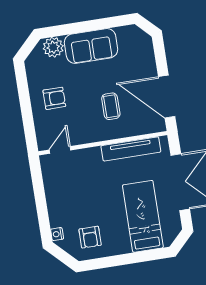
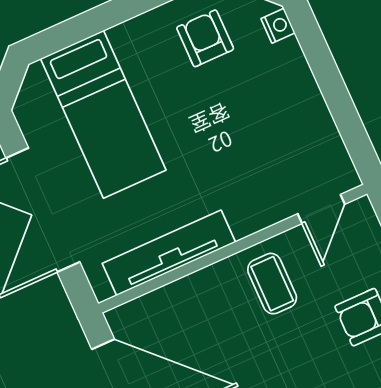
coffee table: (111, 106) -> (272, 284), moved

